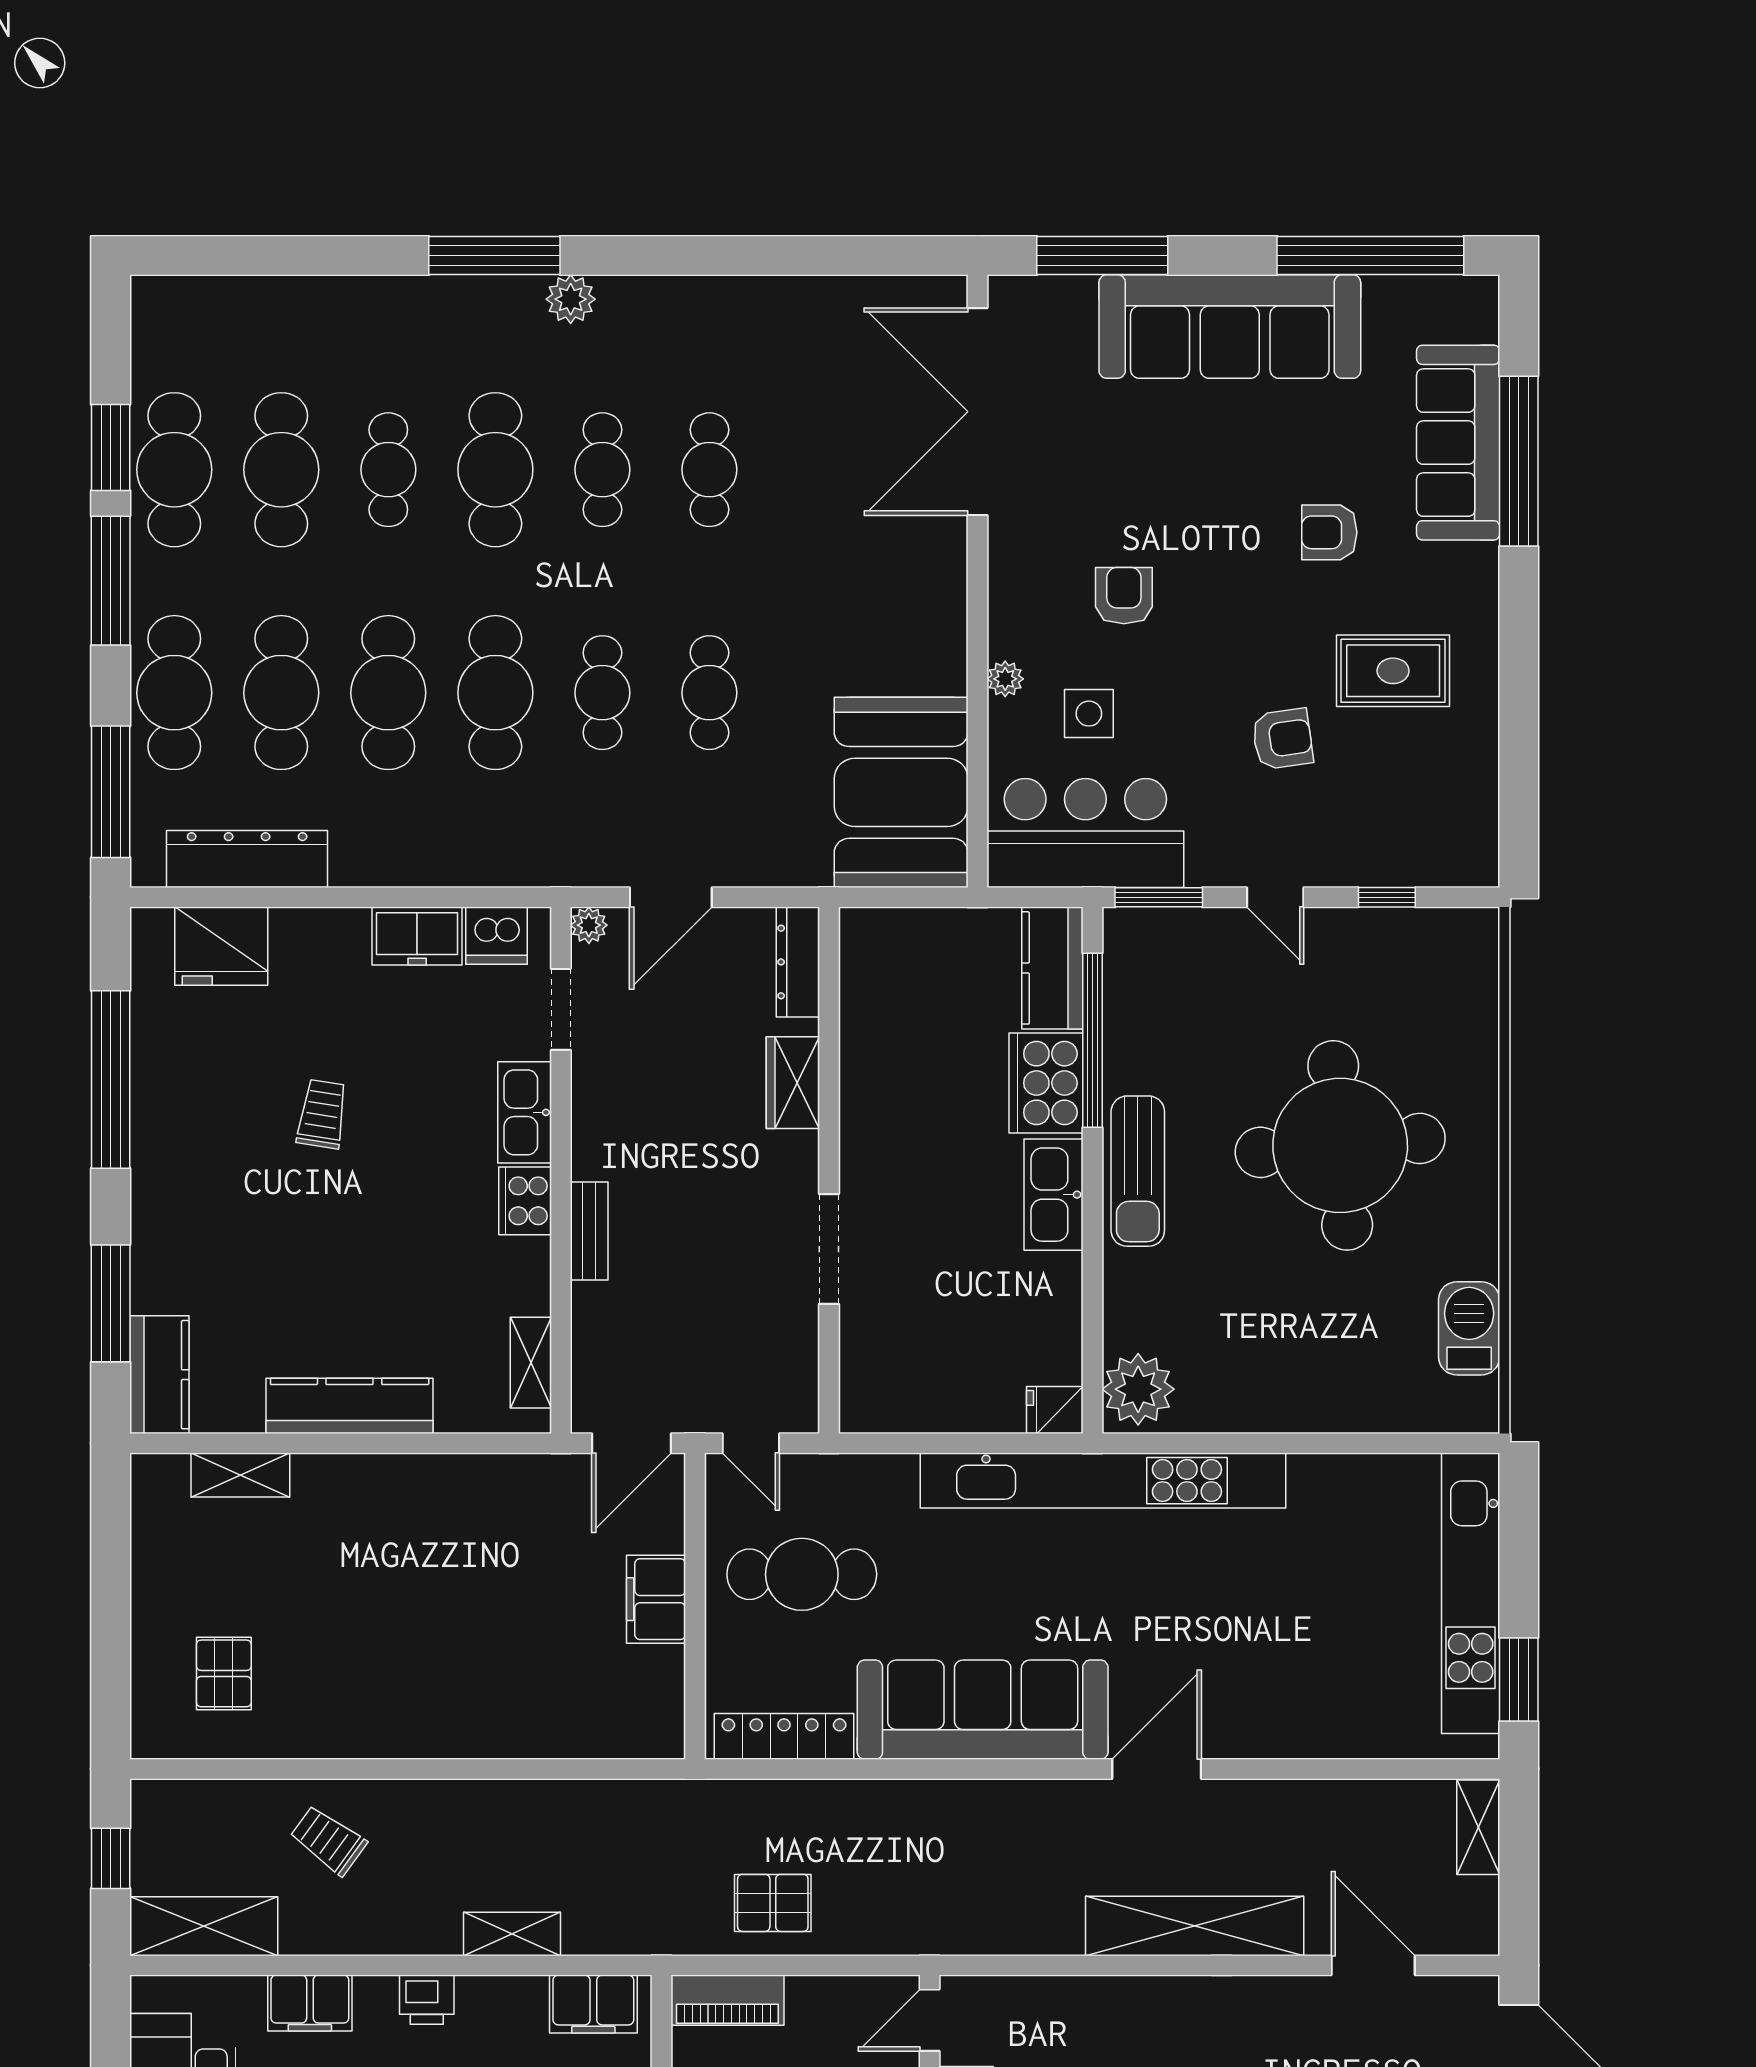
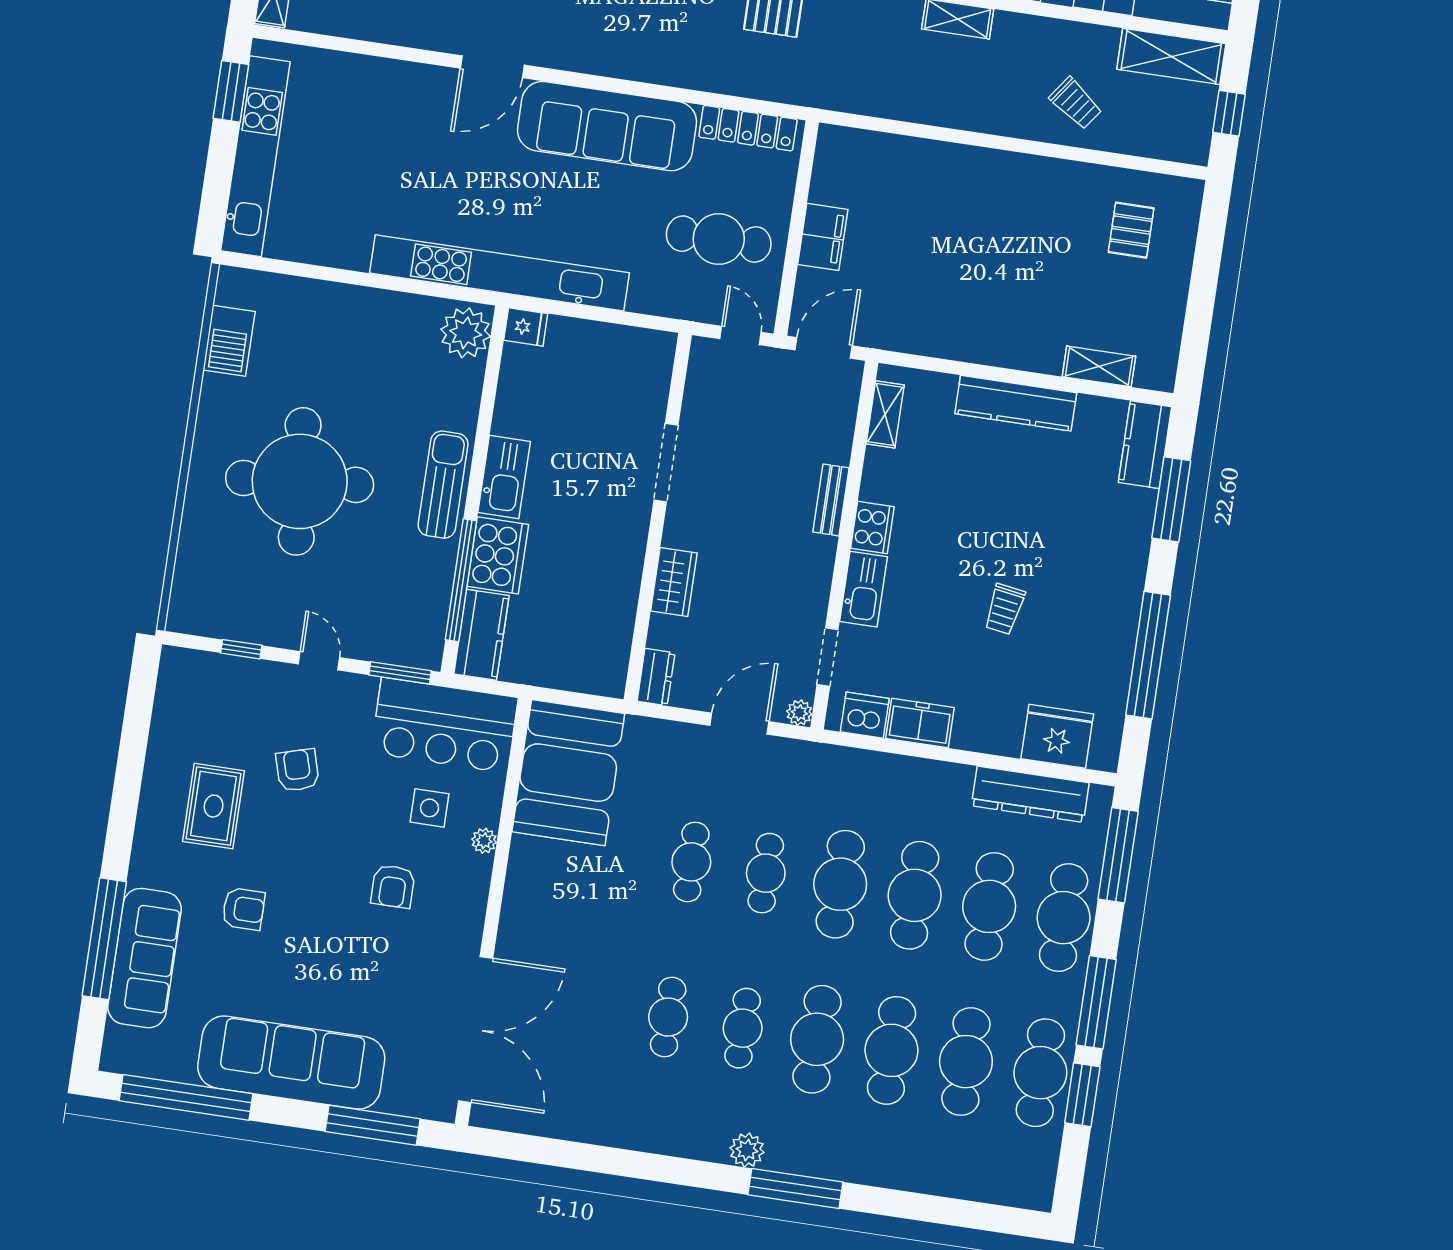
cafe table: (388, 470) -> (891, 1050), width x1.37, depth x1.35
rug: (1393, 671) -> (214, 806), turned 90
armchair: (1283, 739) -> (297, 770), turned 82
dresser: (798, 962) -> (656, 677), width x0.70

